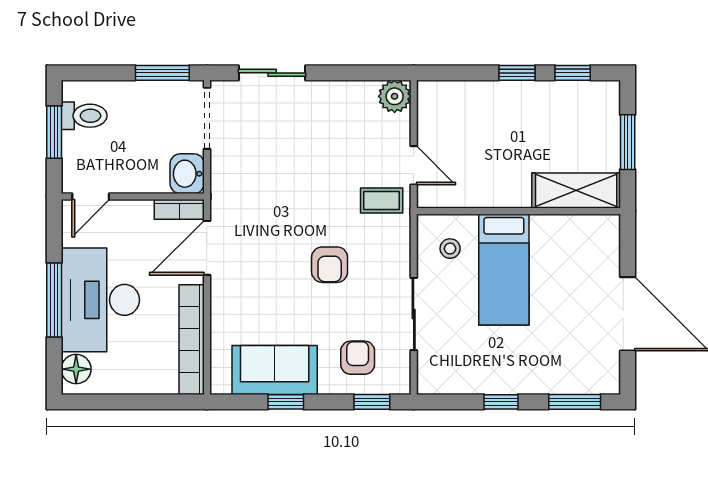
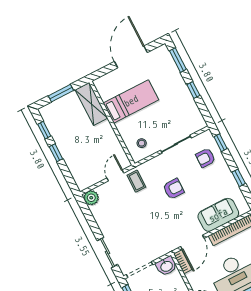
door: (207, 248) -> (192, 242), hinge flipped
bed: (504, 270) -> (131, 101), moved
sofa: (275, 370) -> (218, 215), moved, turned 90

